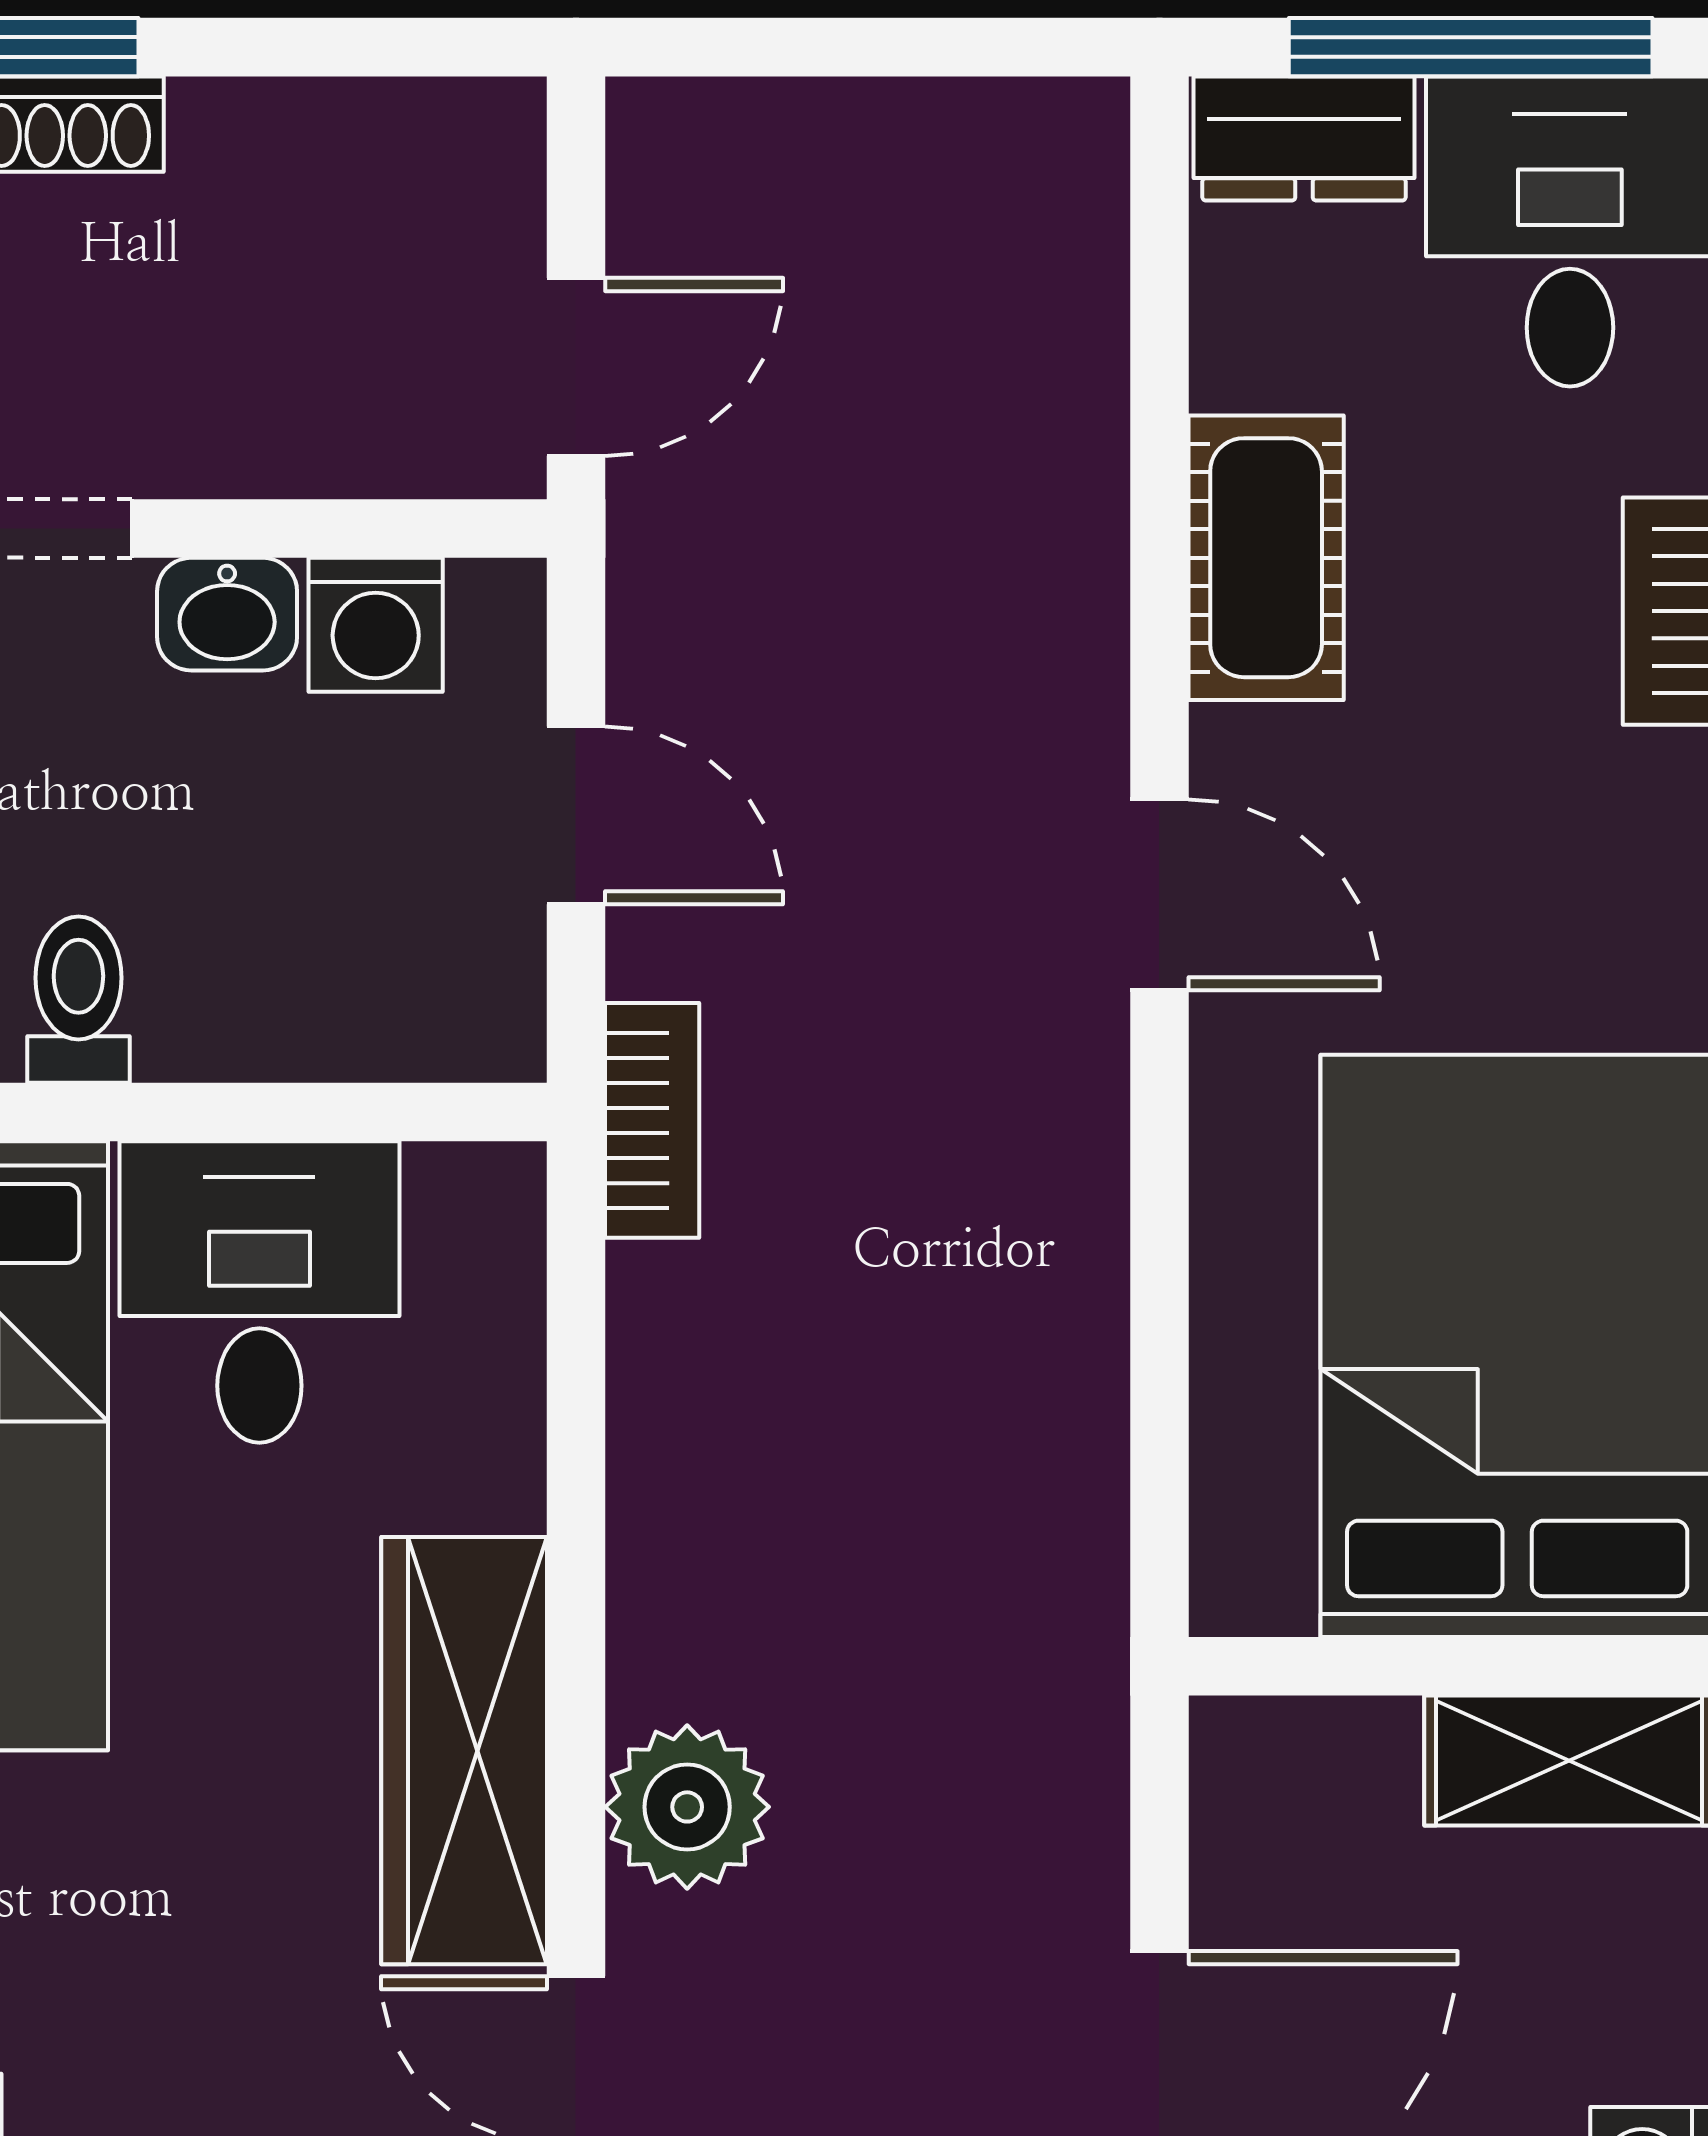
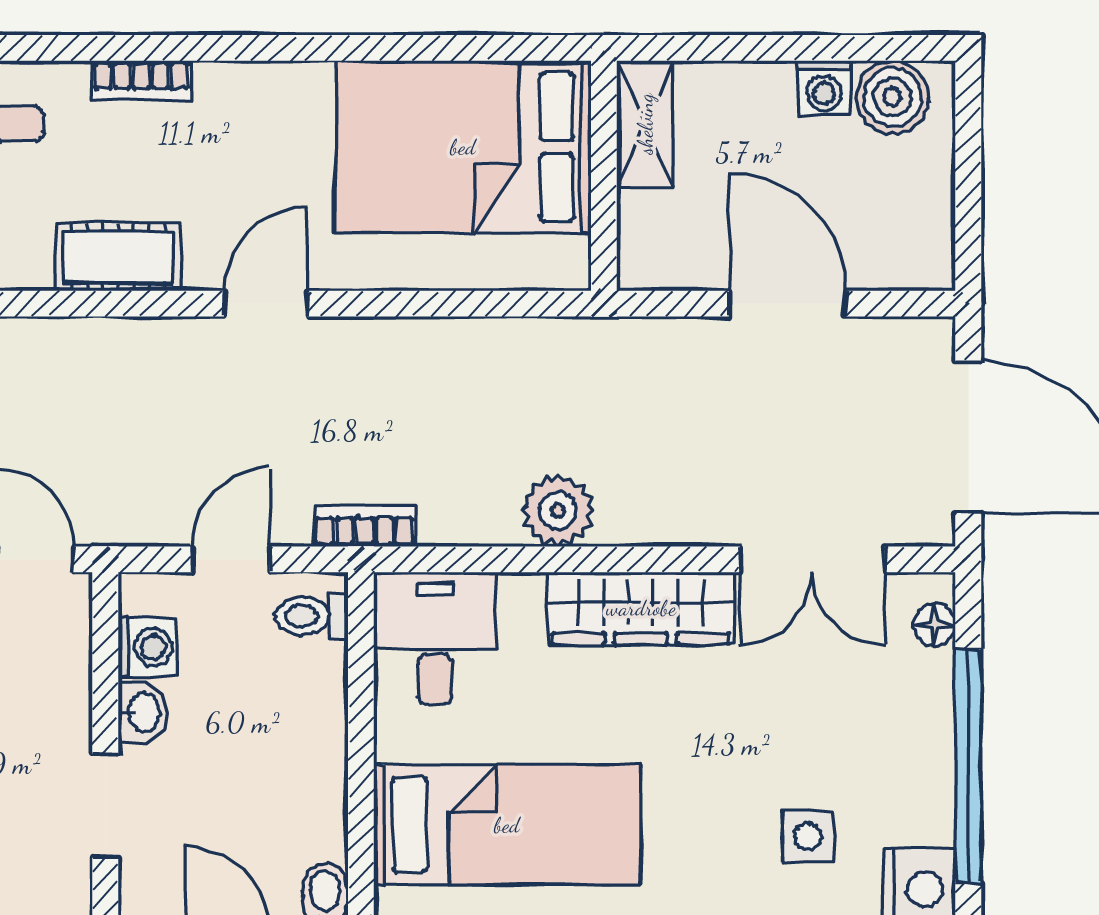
toilet: (78, 1000) -> (312, 616), moved
desk: (259, 1292) -> (435, 638), moved, turned 90
plant: (687, 1807) -> (558, 511), moved

